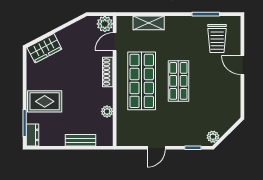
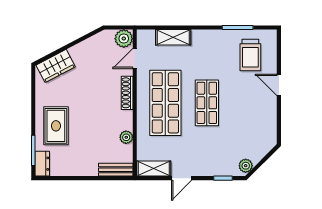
rug: (45, 101) -> (56, 126), turned 90
shelving: (131, 139) -> (154, 169), added
bench: (81, 140) -> (116, 170), moved

